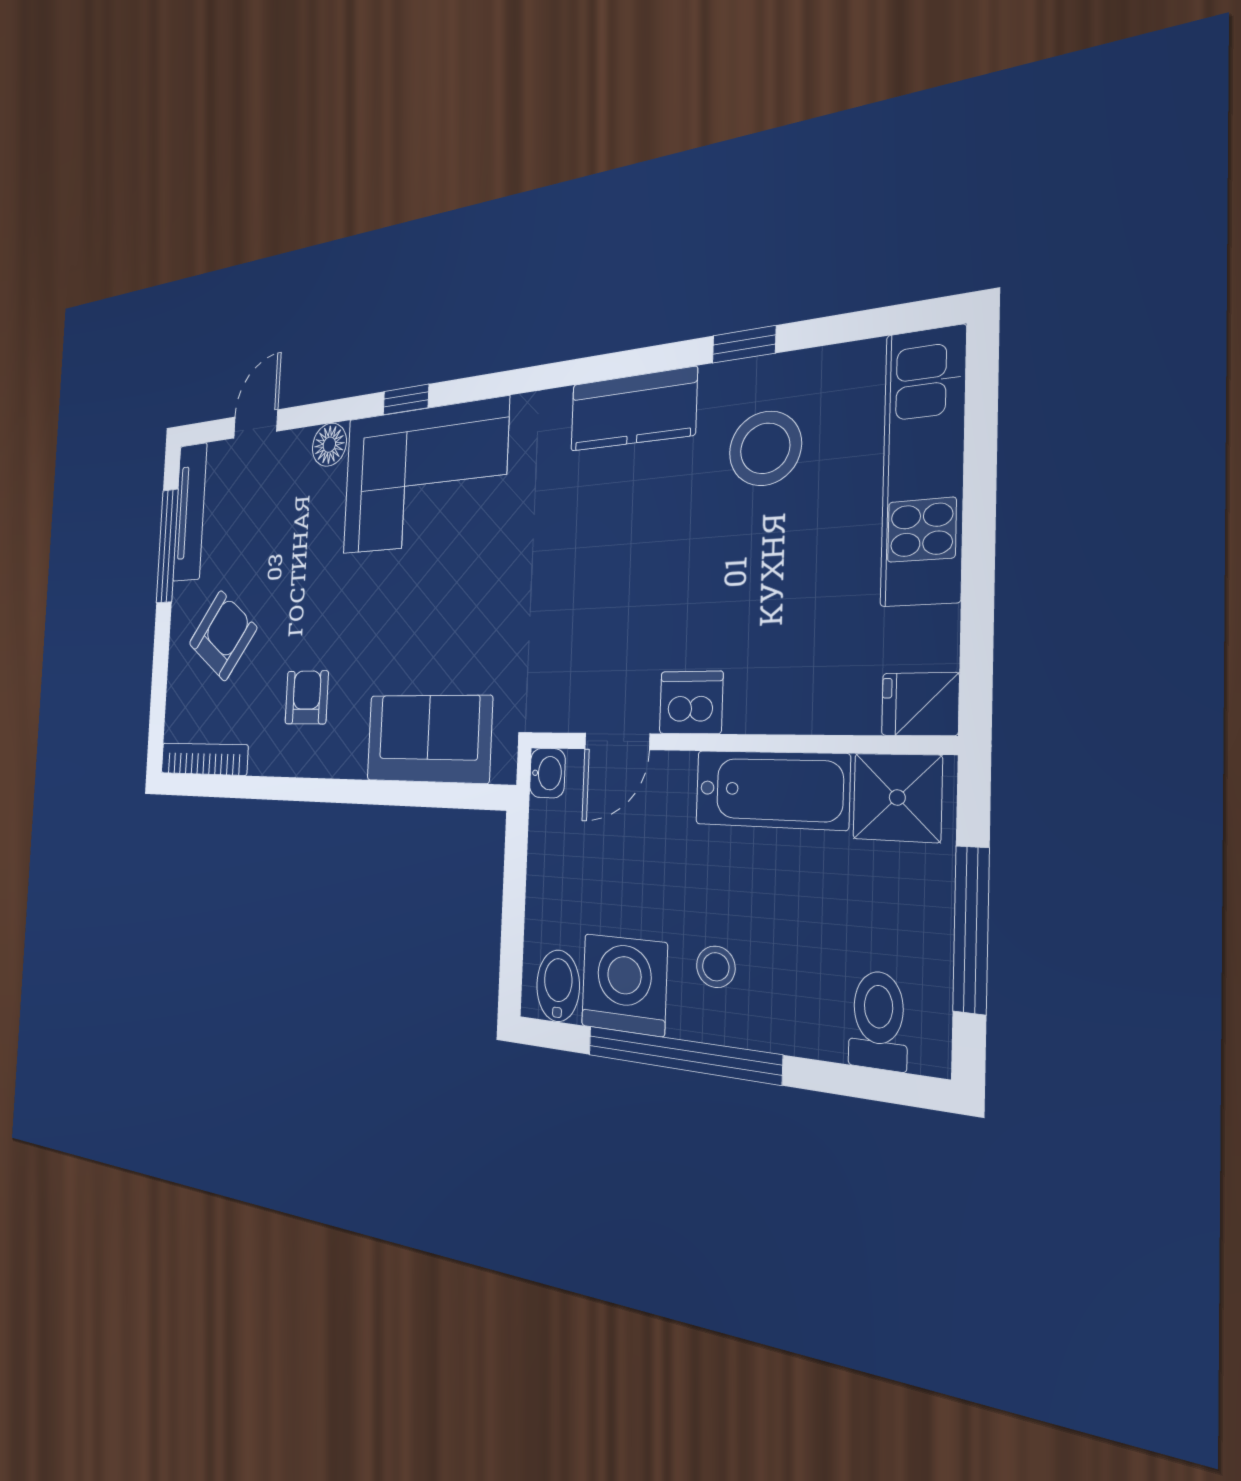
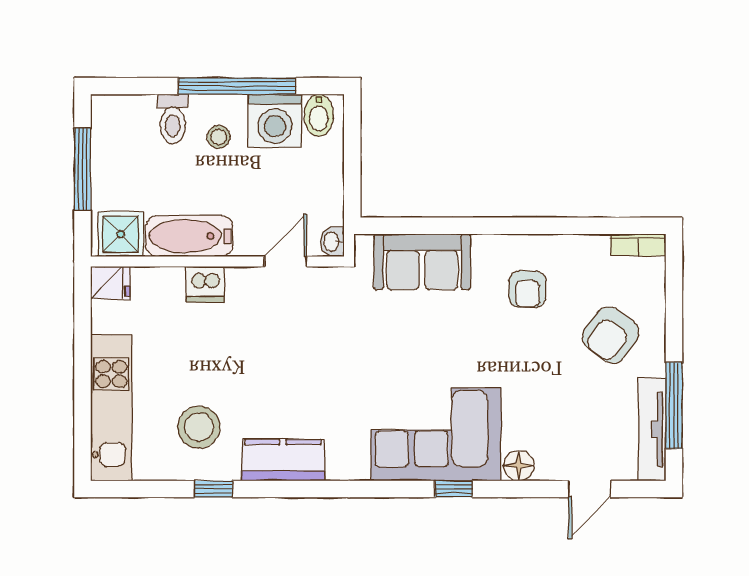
dishwasher: (691, 703) -> (205, 284), moved
bookcase: (204, 759) -> (638, 245), width x0.64
toilet: (878, 1020) -> (173, 119), moved

